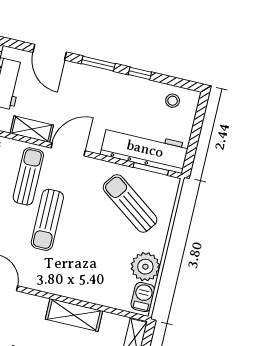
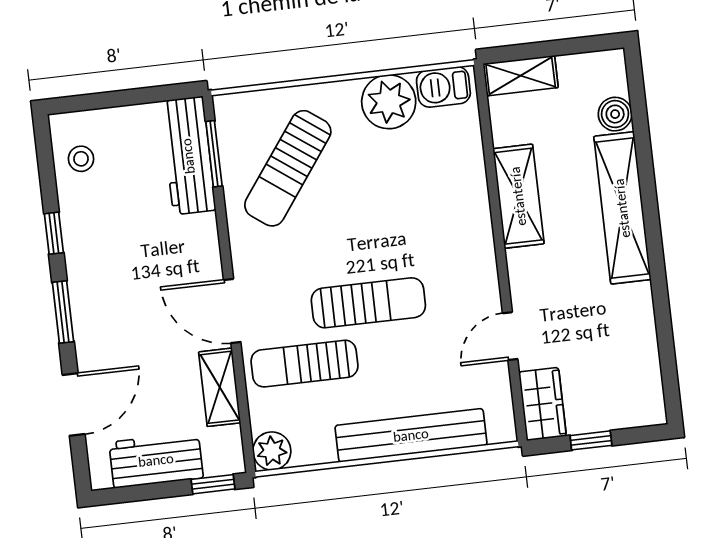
workbench: (145, 149) -> (188, 156), width x0.73, depth x0.76

